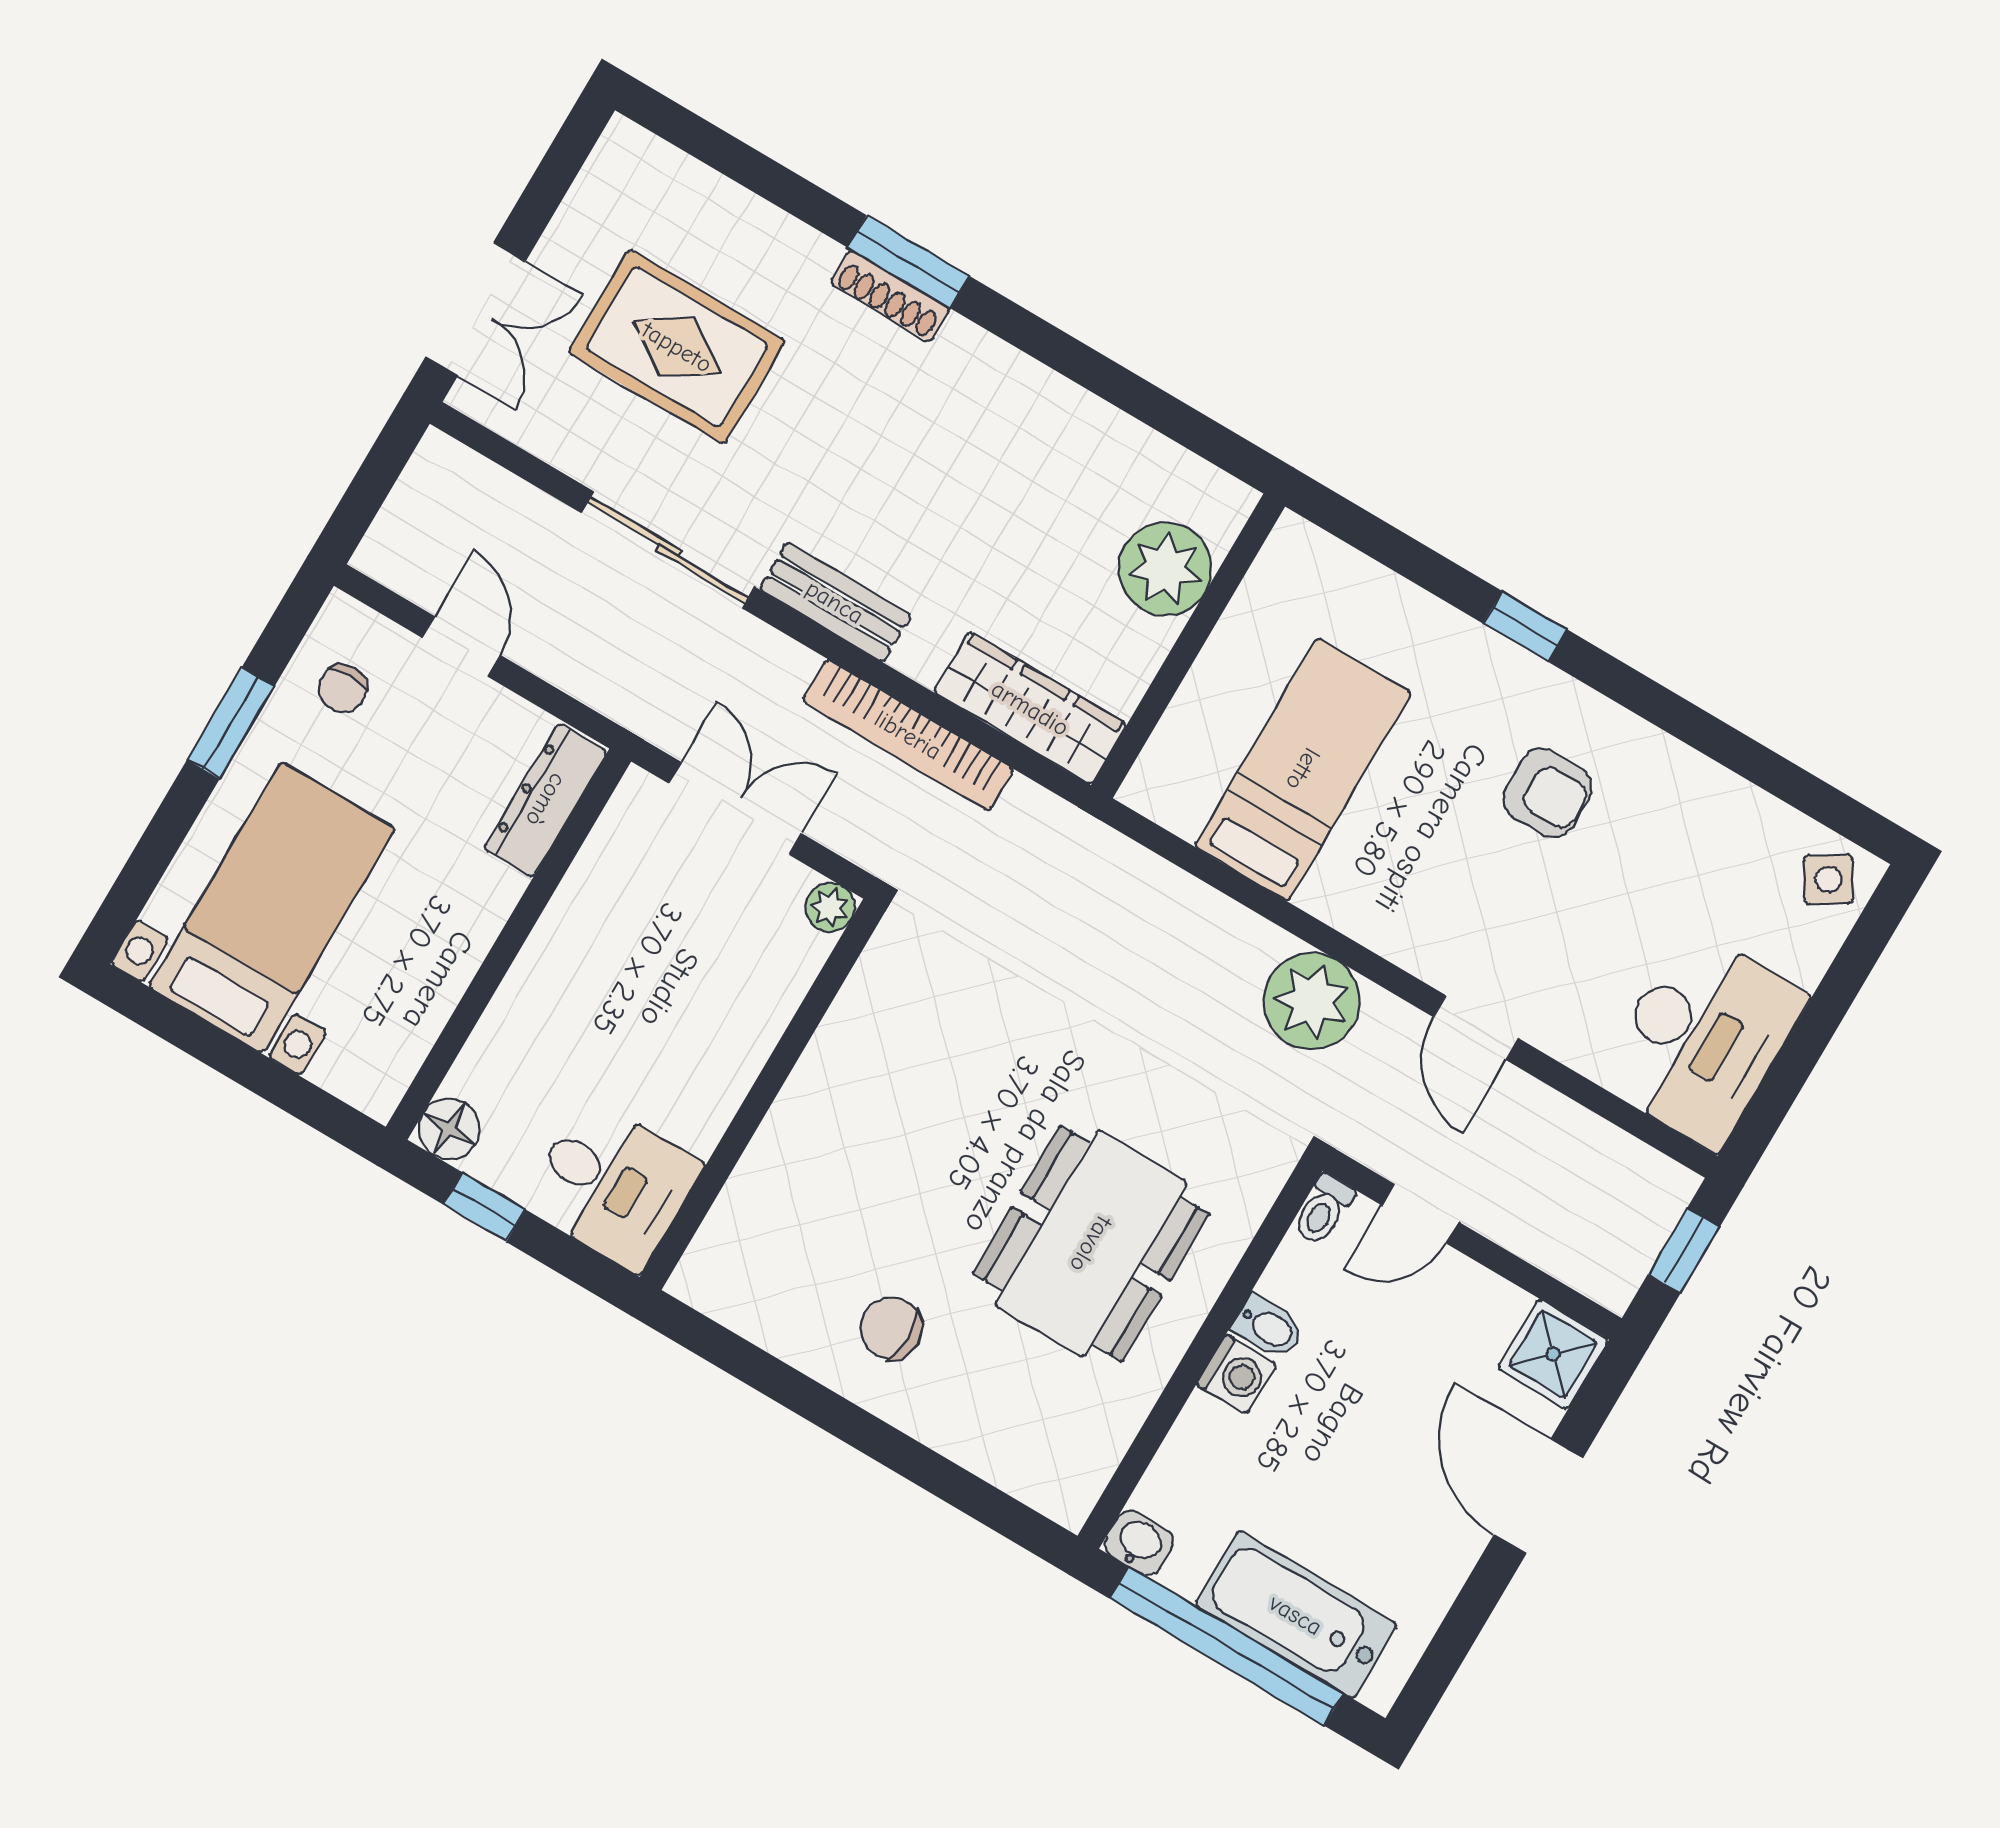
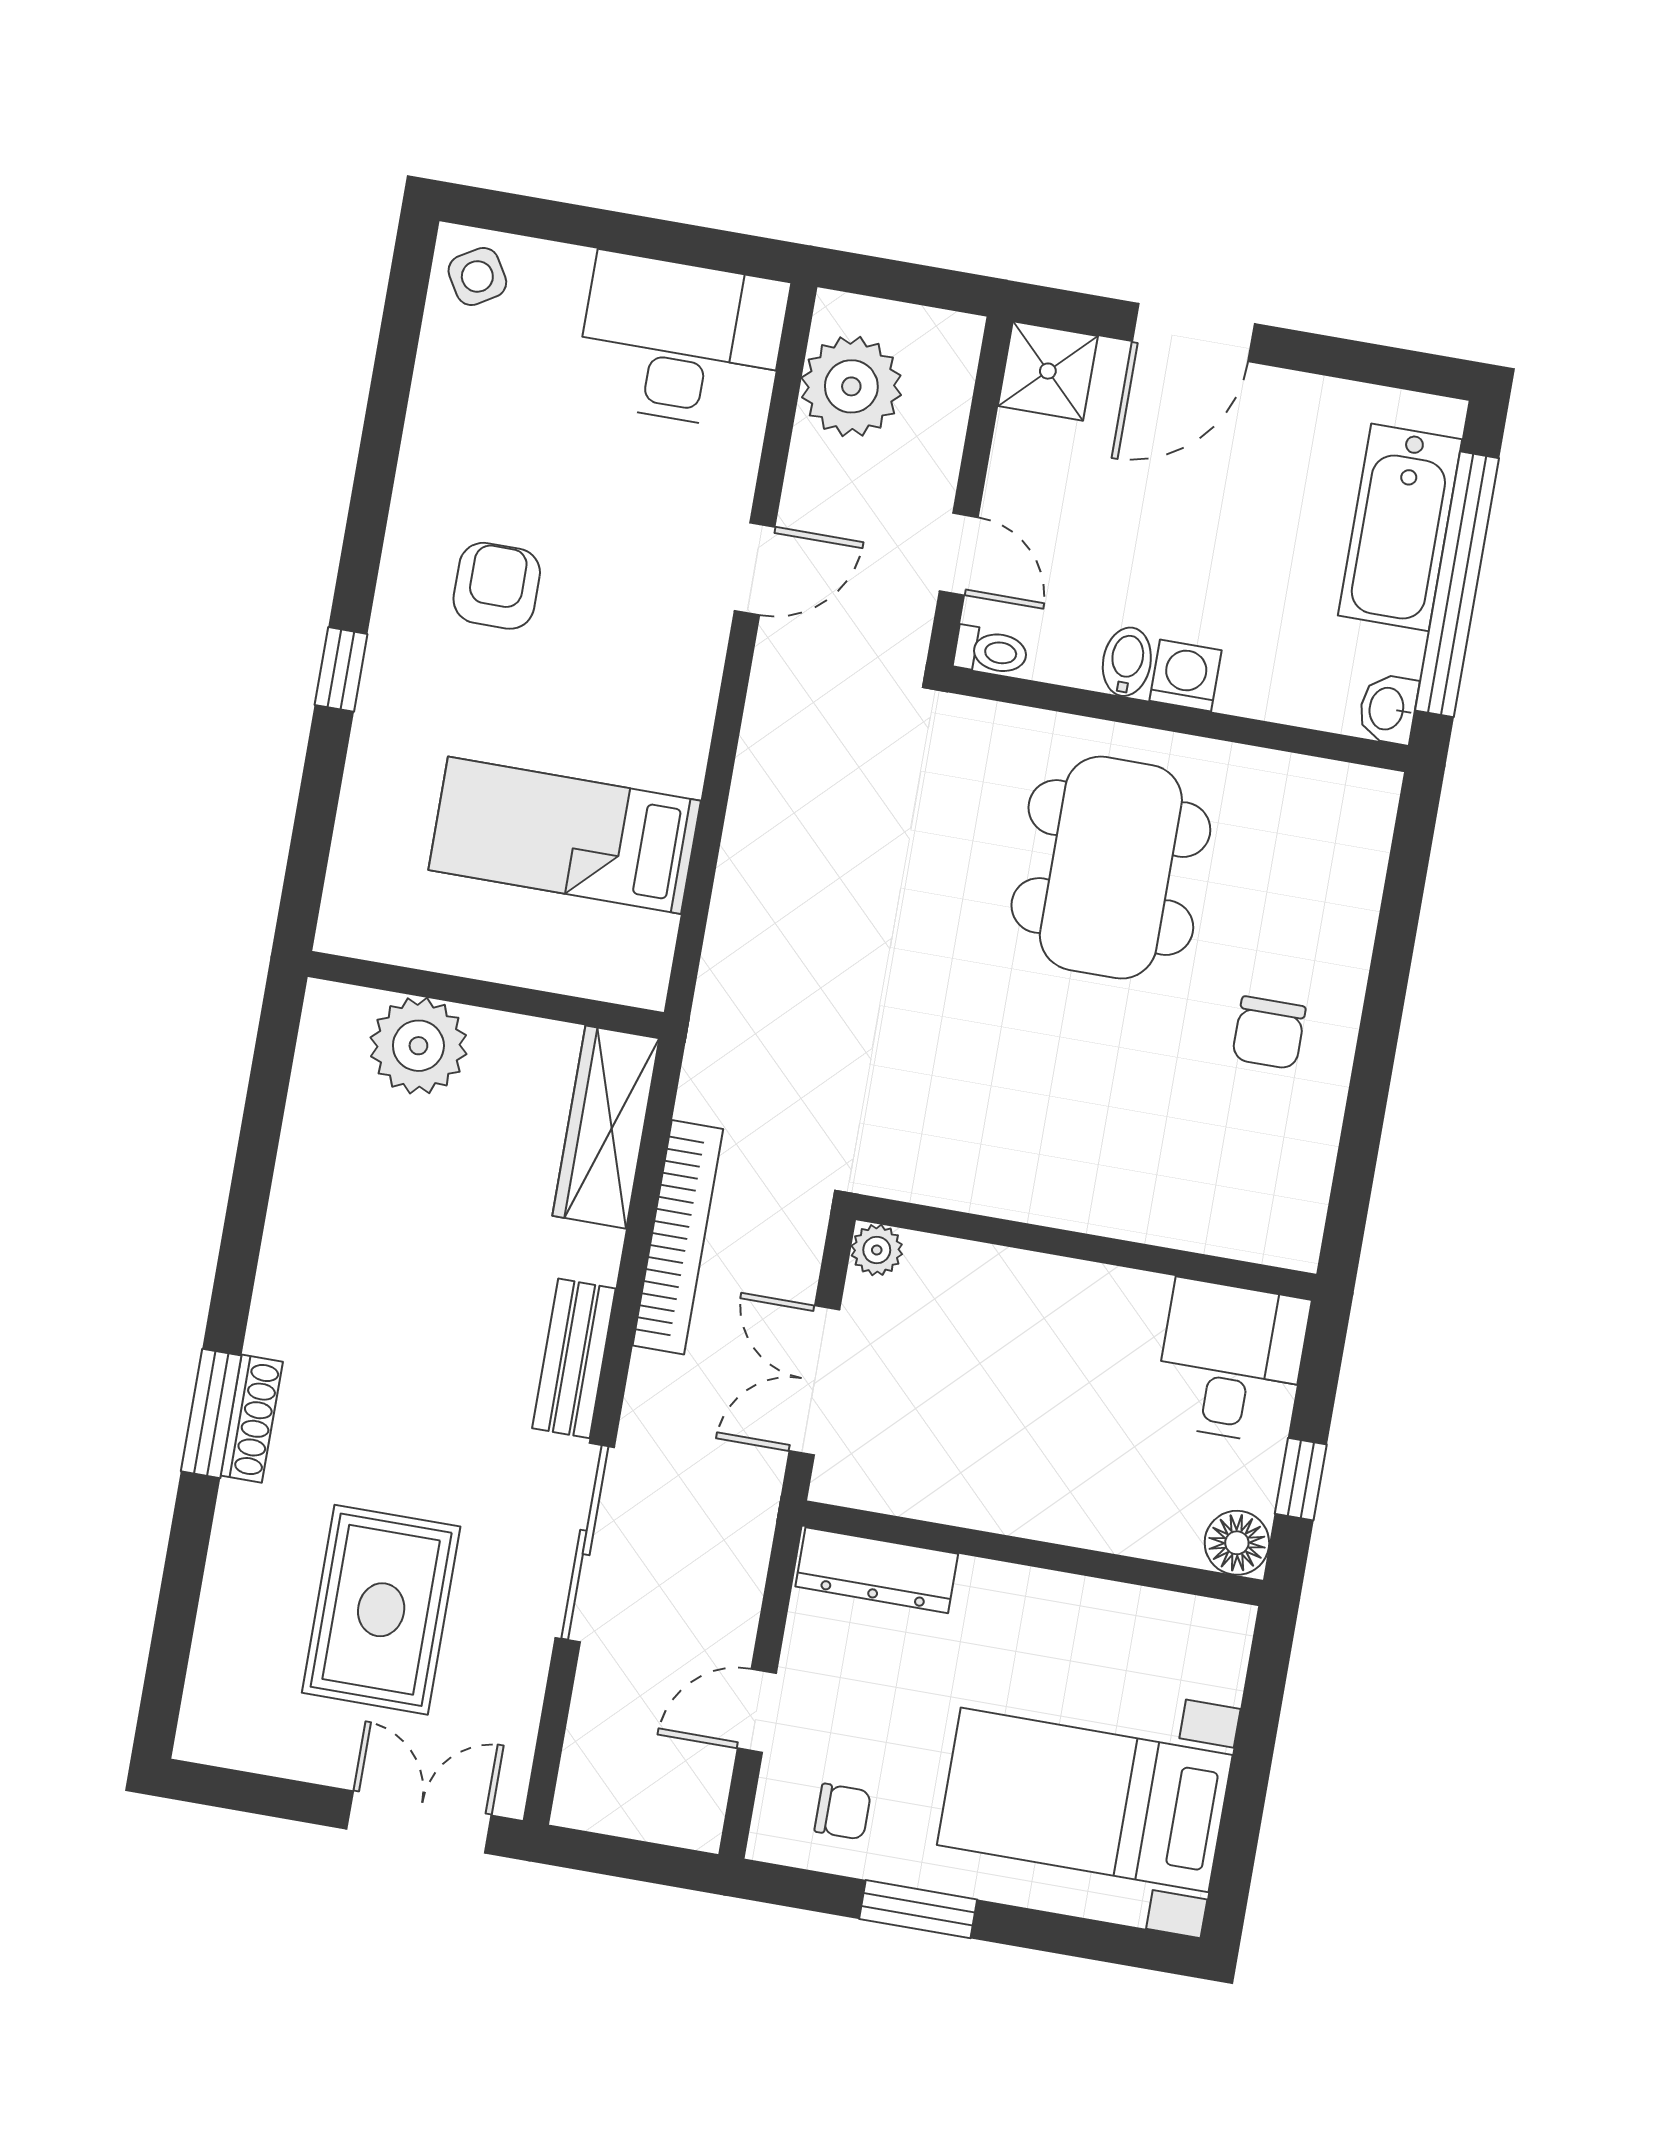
plant: (1312, 1001) -> (851, 386), moved
dining table: (1091, 1244) -> (1111, 868), turned 90
window: (1684, 1251) -> (897, 281), removed

